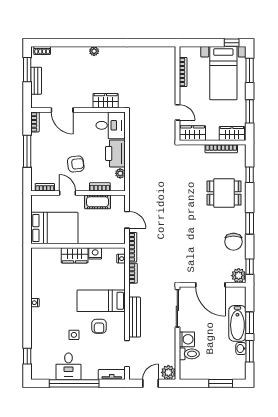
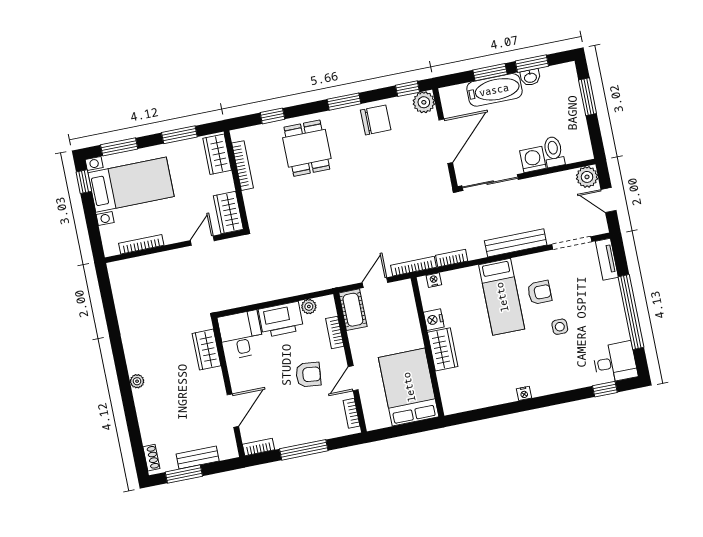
armchair: (76, 164) -> (308, 375), turned 103
cot: (97, 202) -> (353, 310), moved
desk: (68, 366) -> (615, 362), moved

